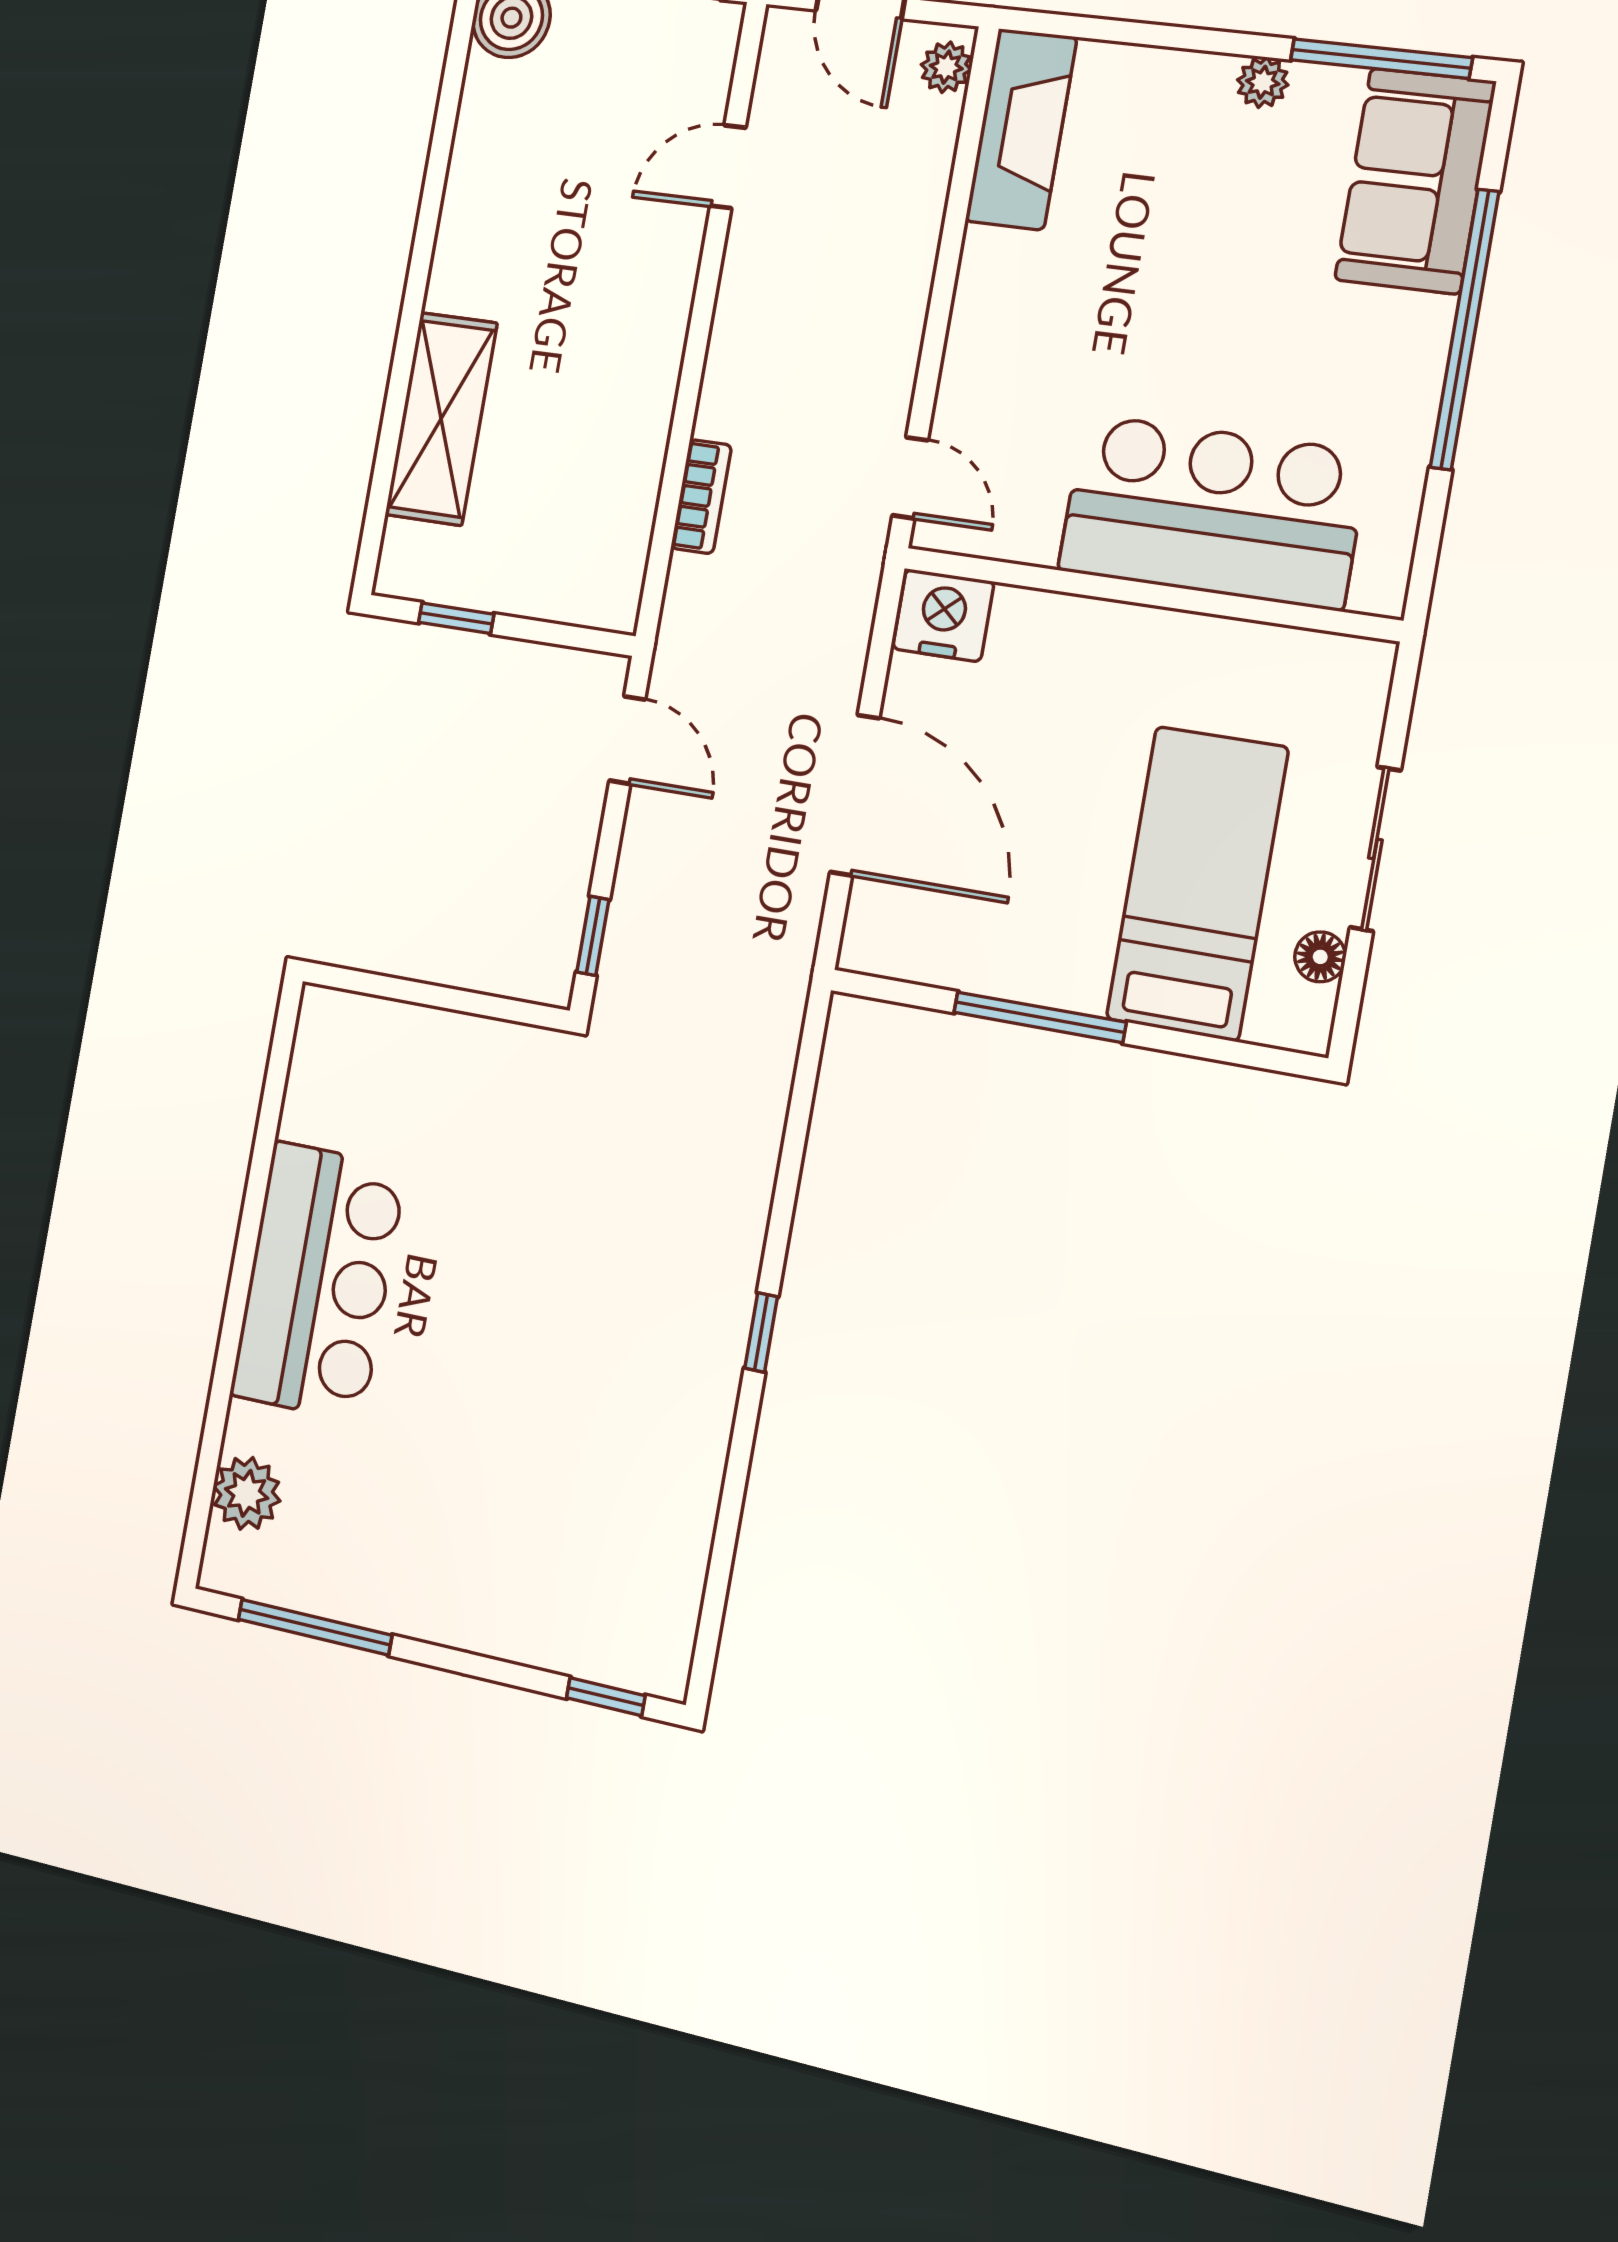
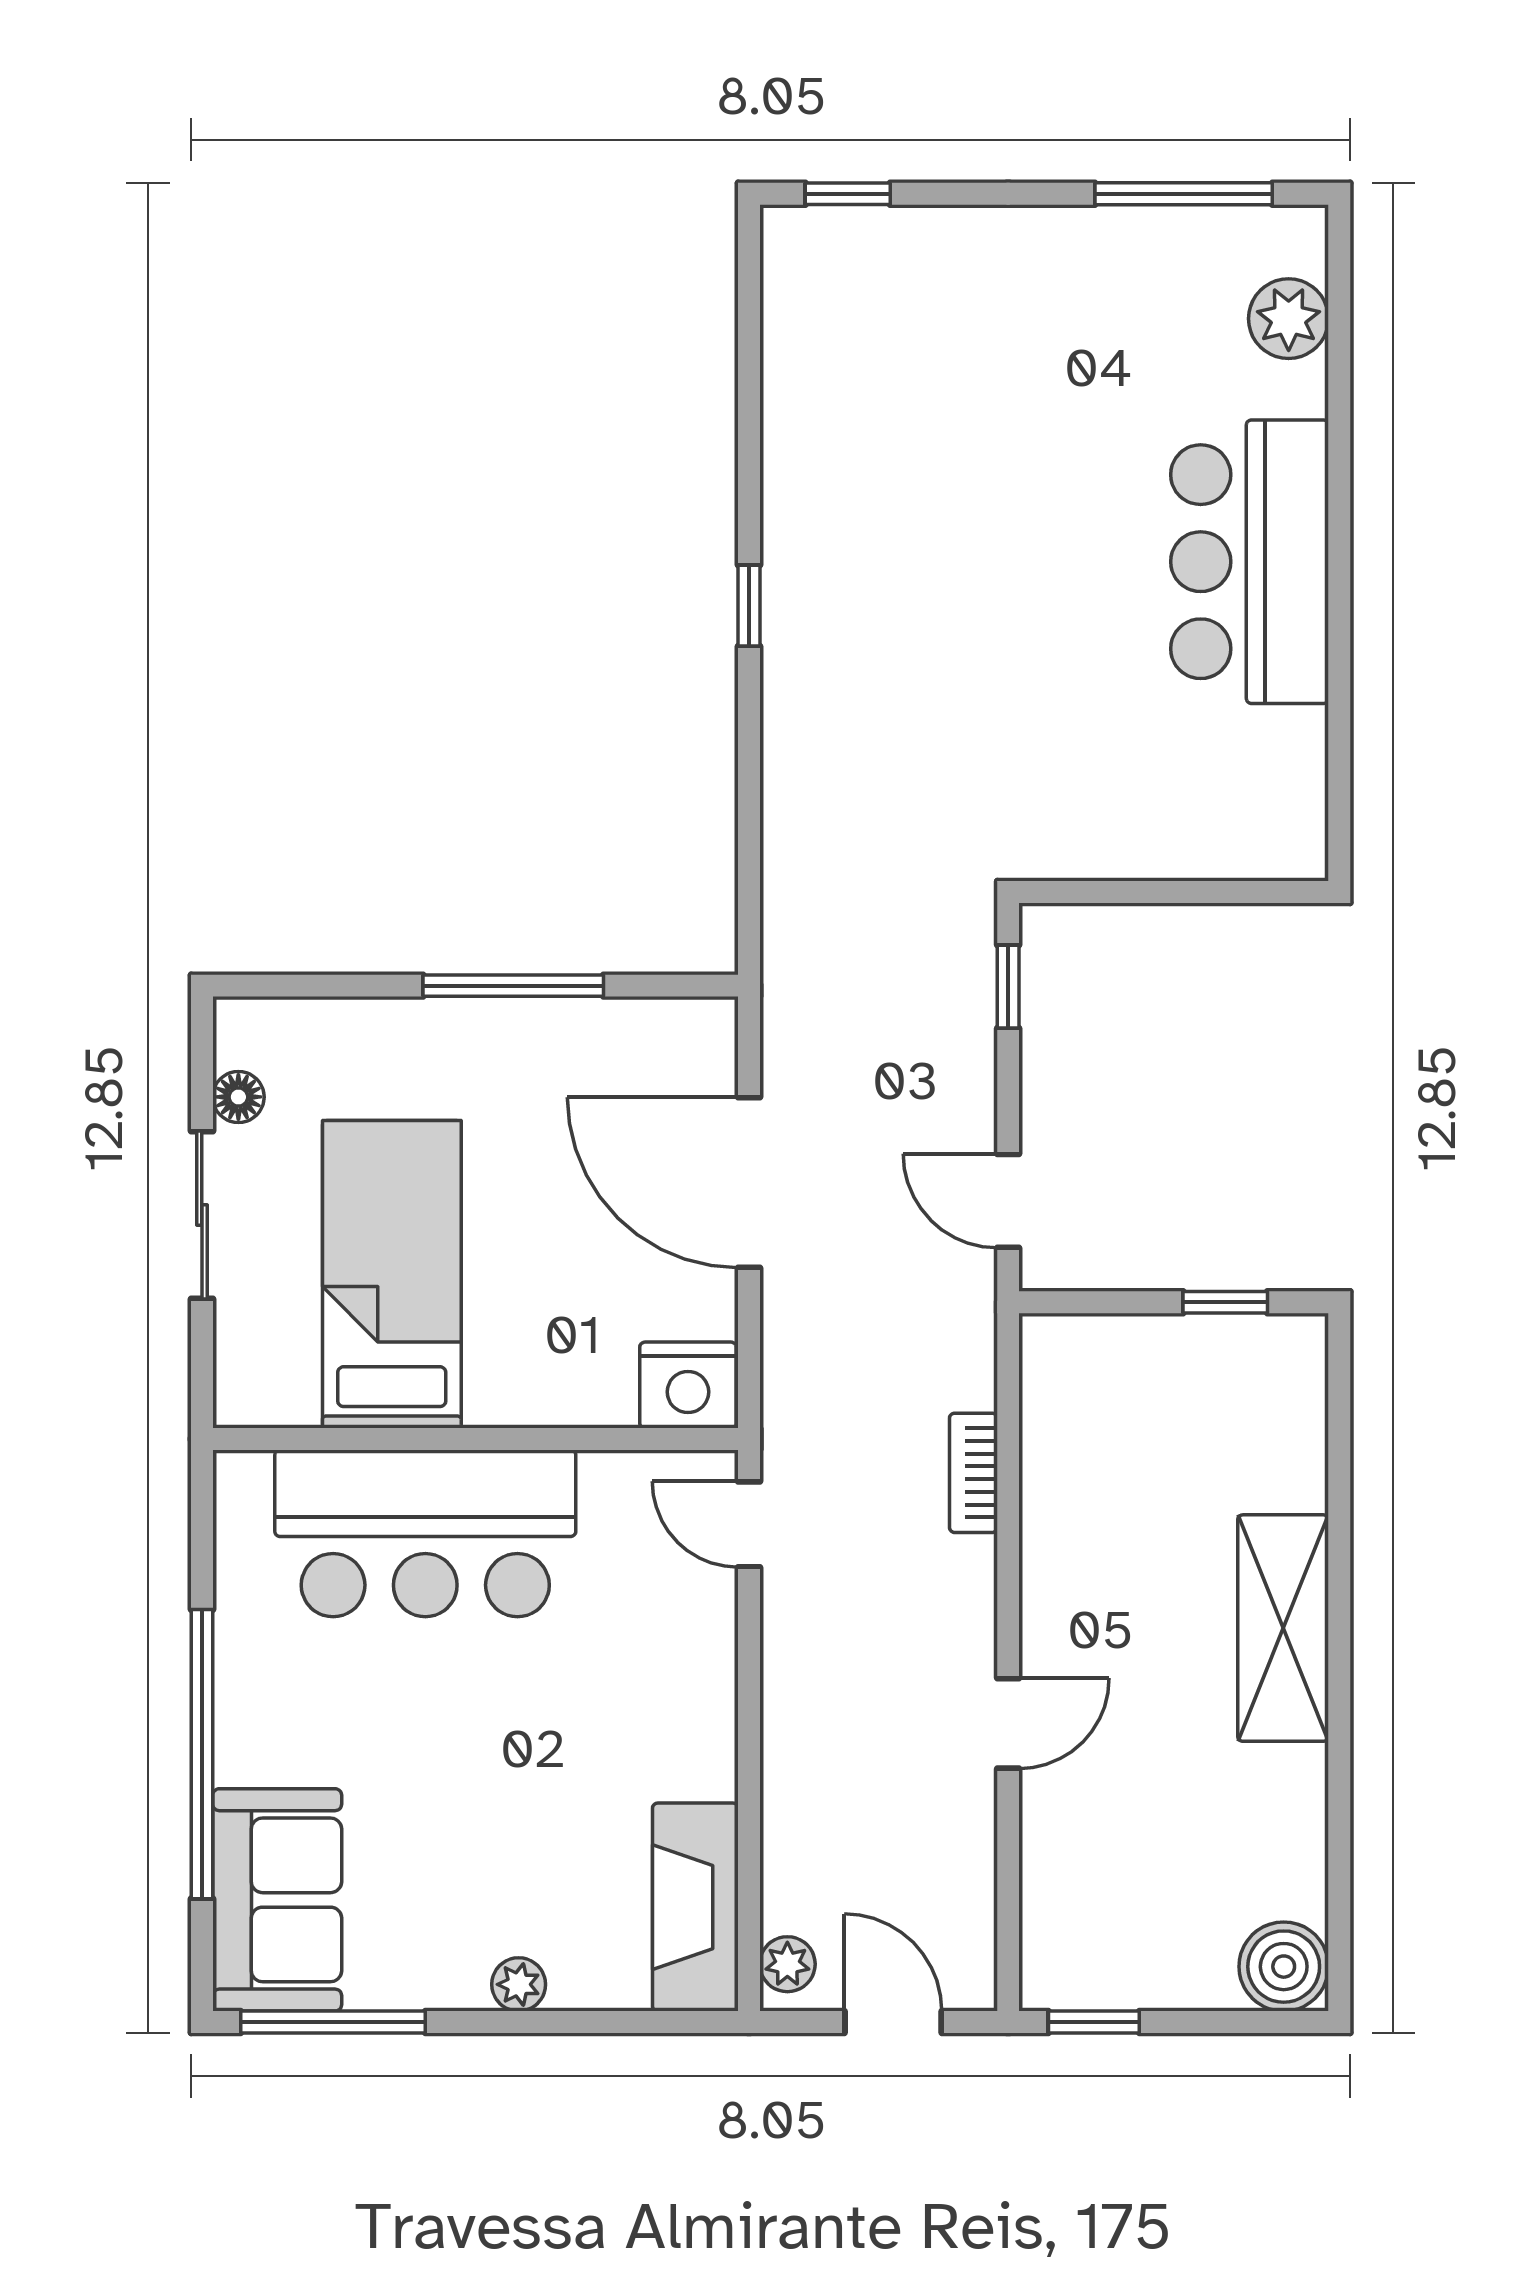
plant: (1263, 82) -> (519, 1984), moved
door: (728, 167) -> (1008, 1723), moved
shelving: (441, 419) -> (1283, 1628), moved
bed: (1197, 883) -> (392, 1274), moved, turned 180

